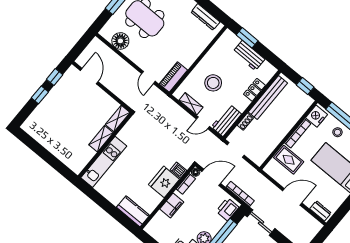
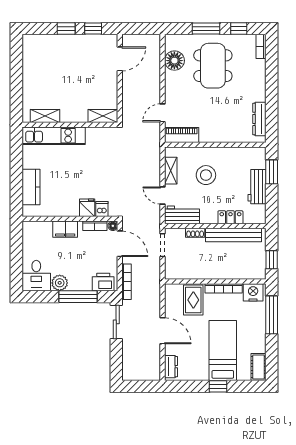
stool: (337, 132) -> (254, 323), removed
shelving: (101, 139) -> (45, 116), moved
fridge: (164, 182) -> (87, 208), width x0.53, depth x0.75
kitchen counter: (133, 211) -> (31, 187), moved

